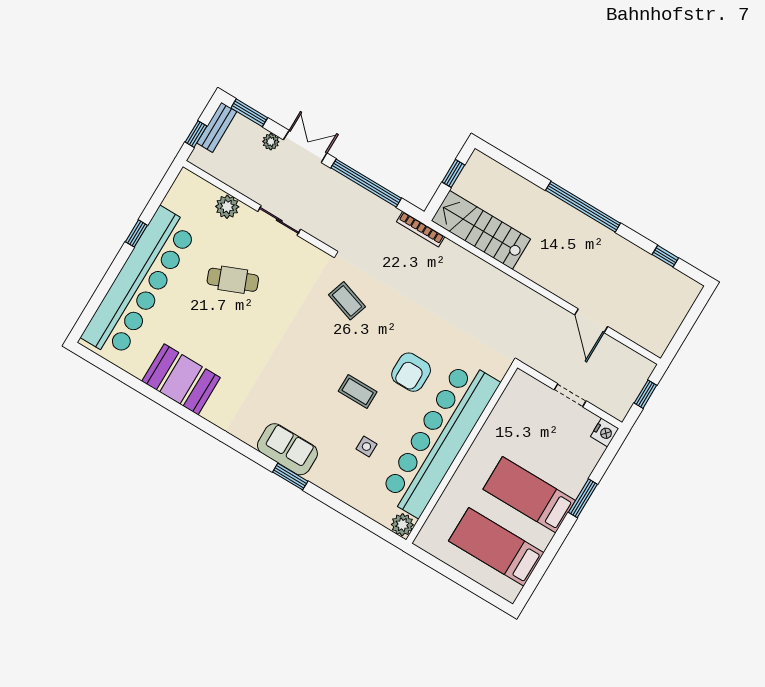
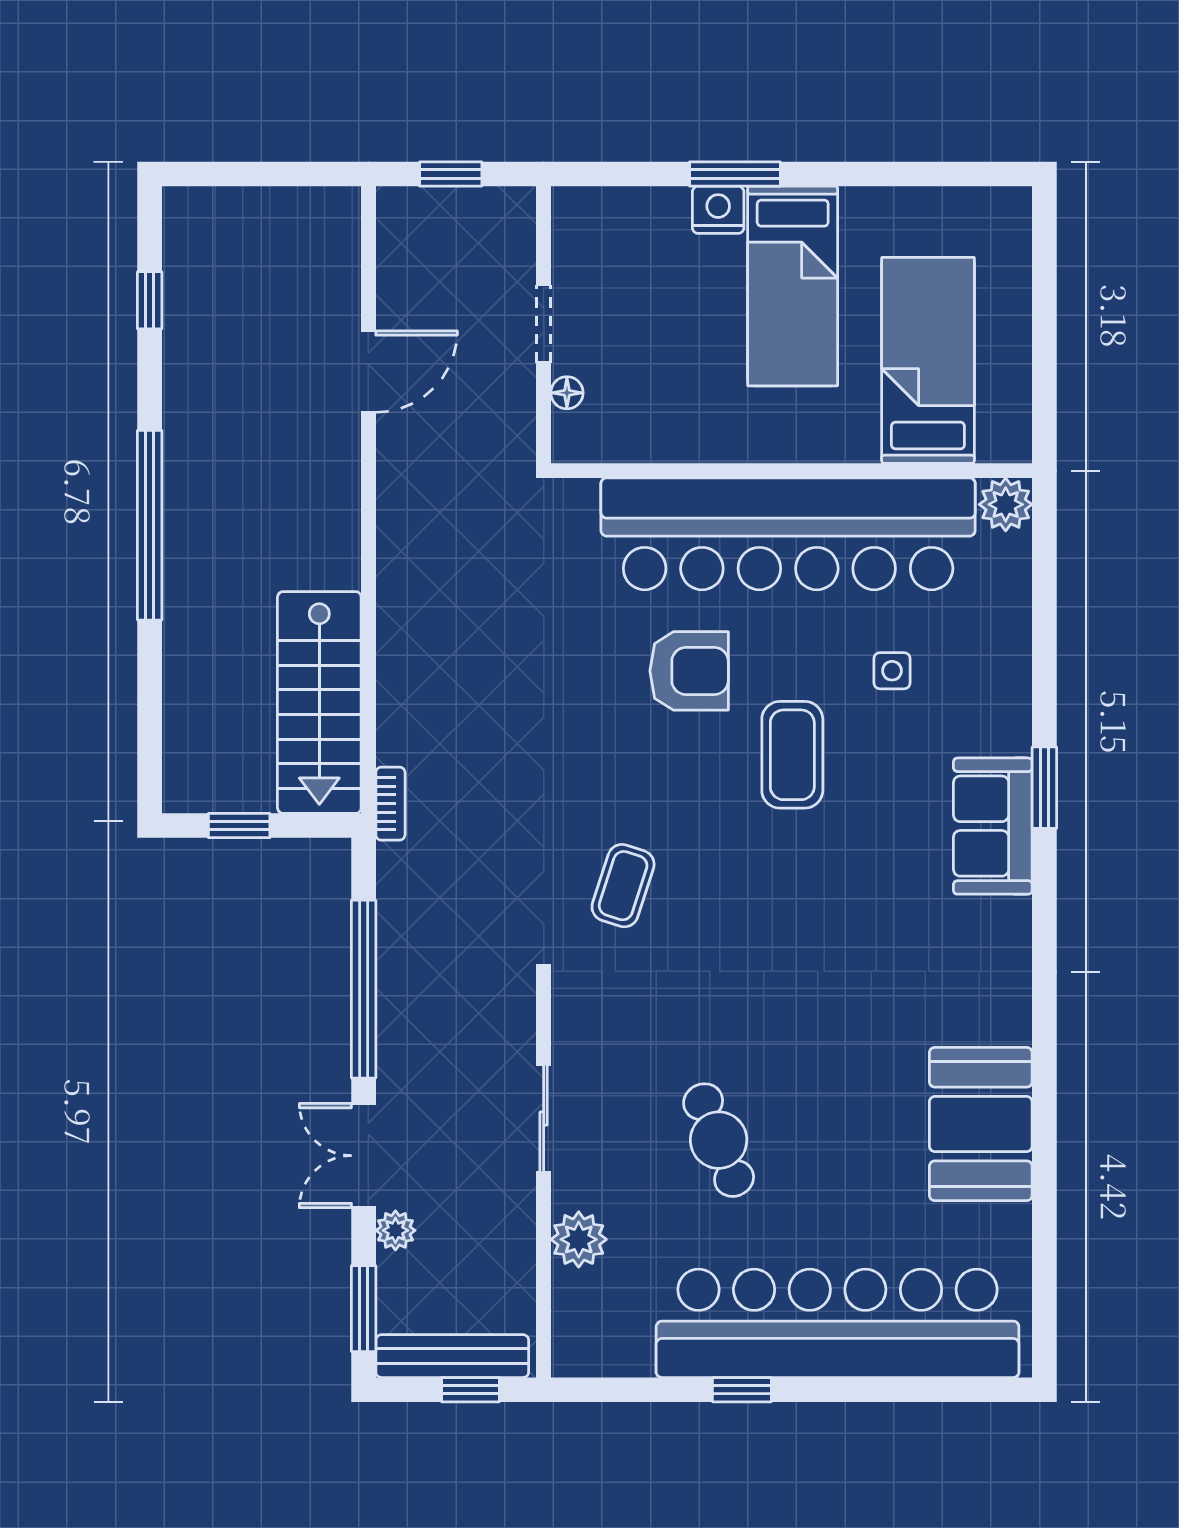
bench: (217, 127) -> (452, 1356), width x1.36
bookcase: (421, 229) -> (390, 804), width x0.64
floor lamp: (540, 389) -> (567, 393), added
coffee table: (358, 392) -> (792, 755), width x1.36, depth x1.30
nightstand: (605, 432) -> (718, 210), moved
bed: (496, 547) -> (928, 360), moved, turned 180

